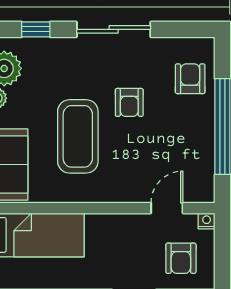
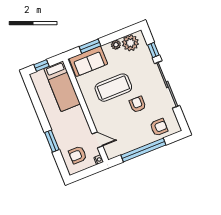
sliding door: (114, 29) -> (167, 84), width x1.36
armchair: (129, 102) -> (138, 104), turned 90

